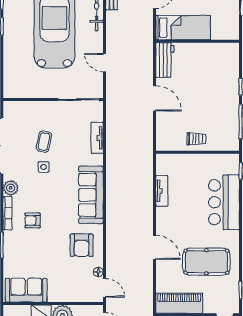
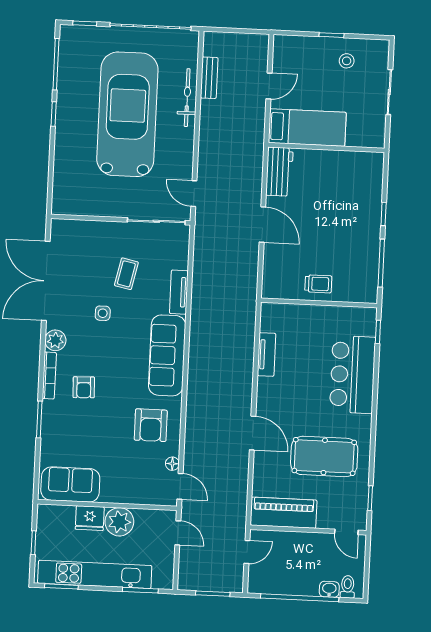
door: (105, 63) -> (194, 194), moved
tv unit: (97, 138) -> (179, 292), moved
coffee table: (44, 142) -> (126, 274), moved
armchair: (33, 220) -> (84, 387), turned -92

